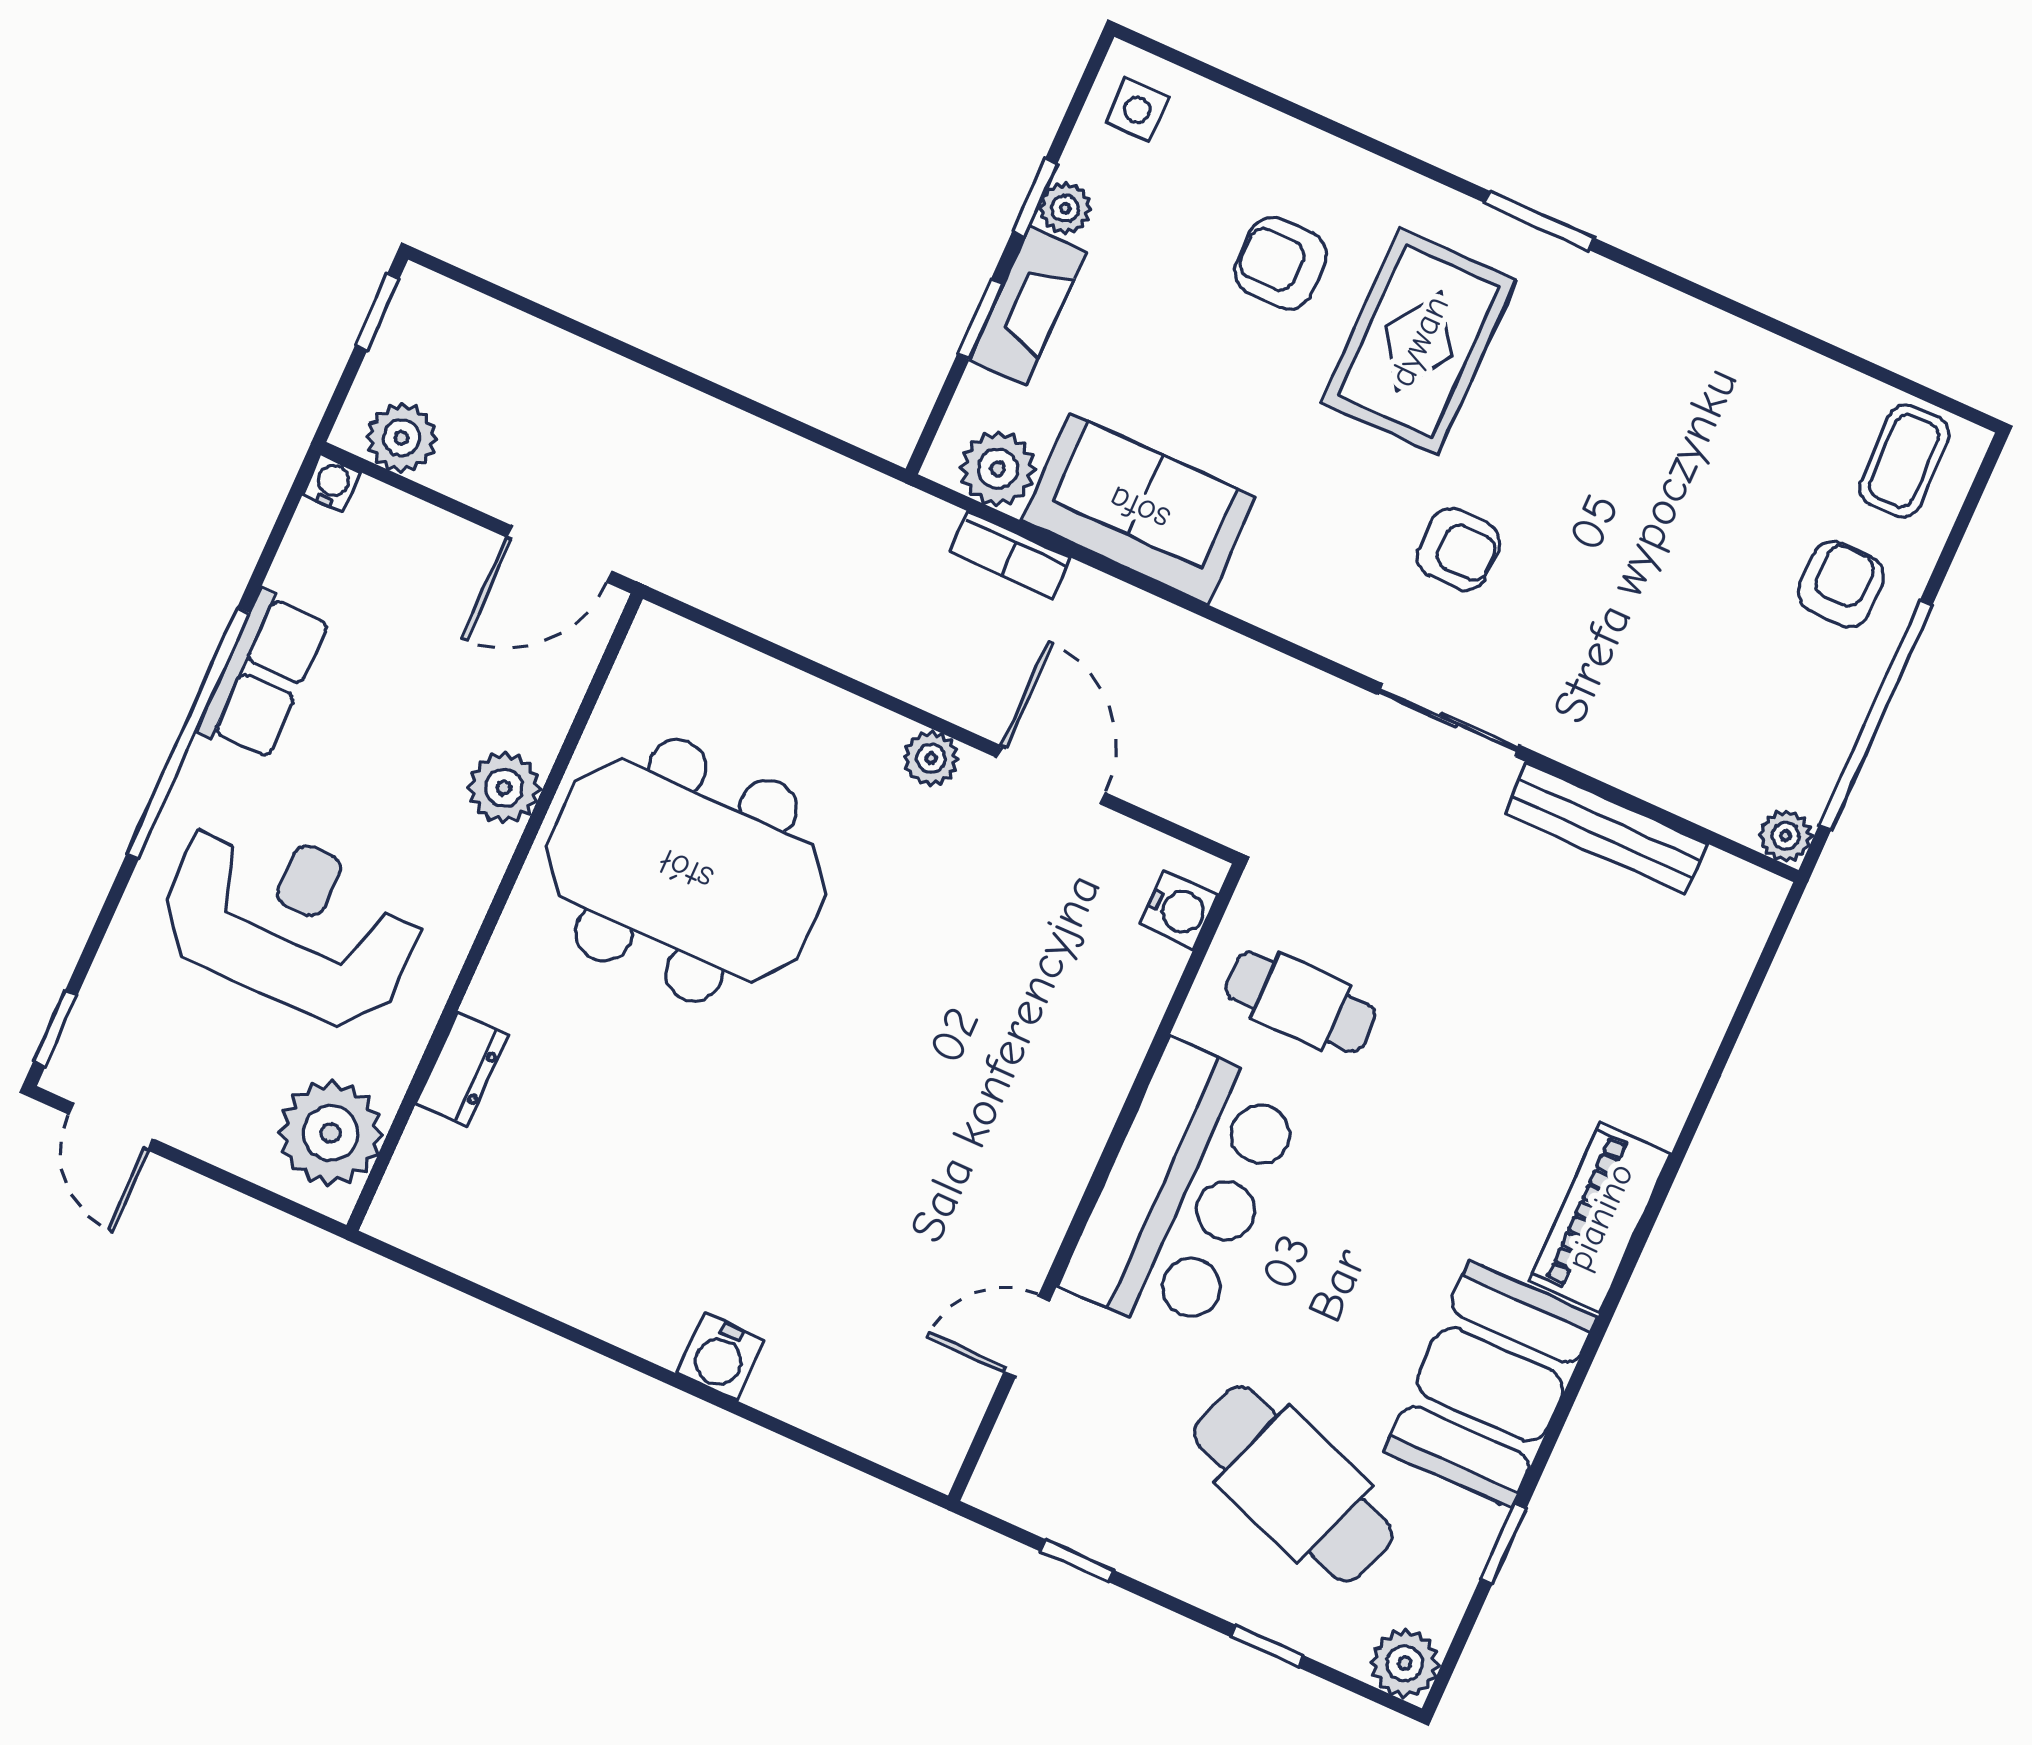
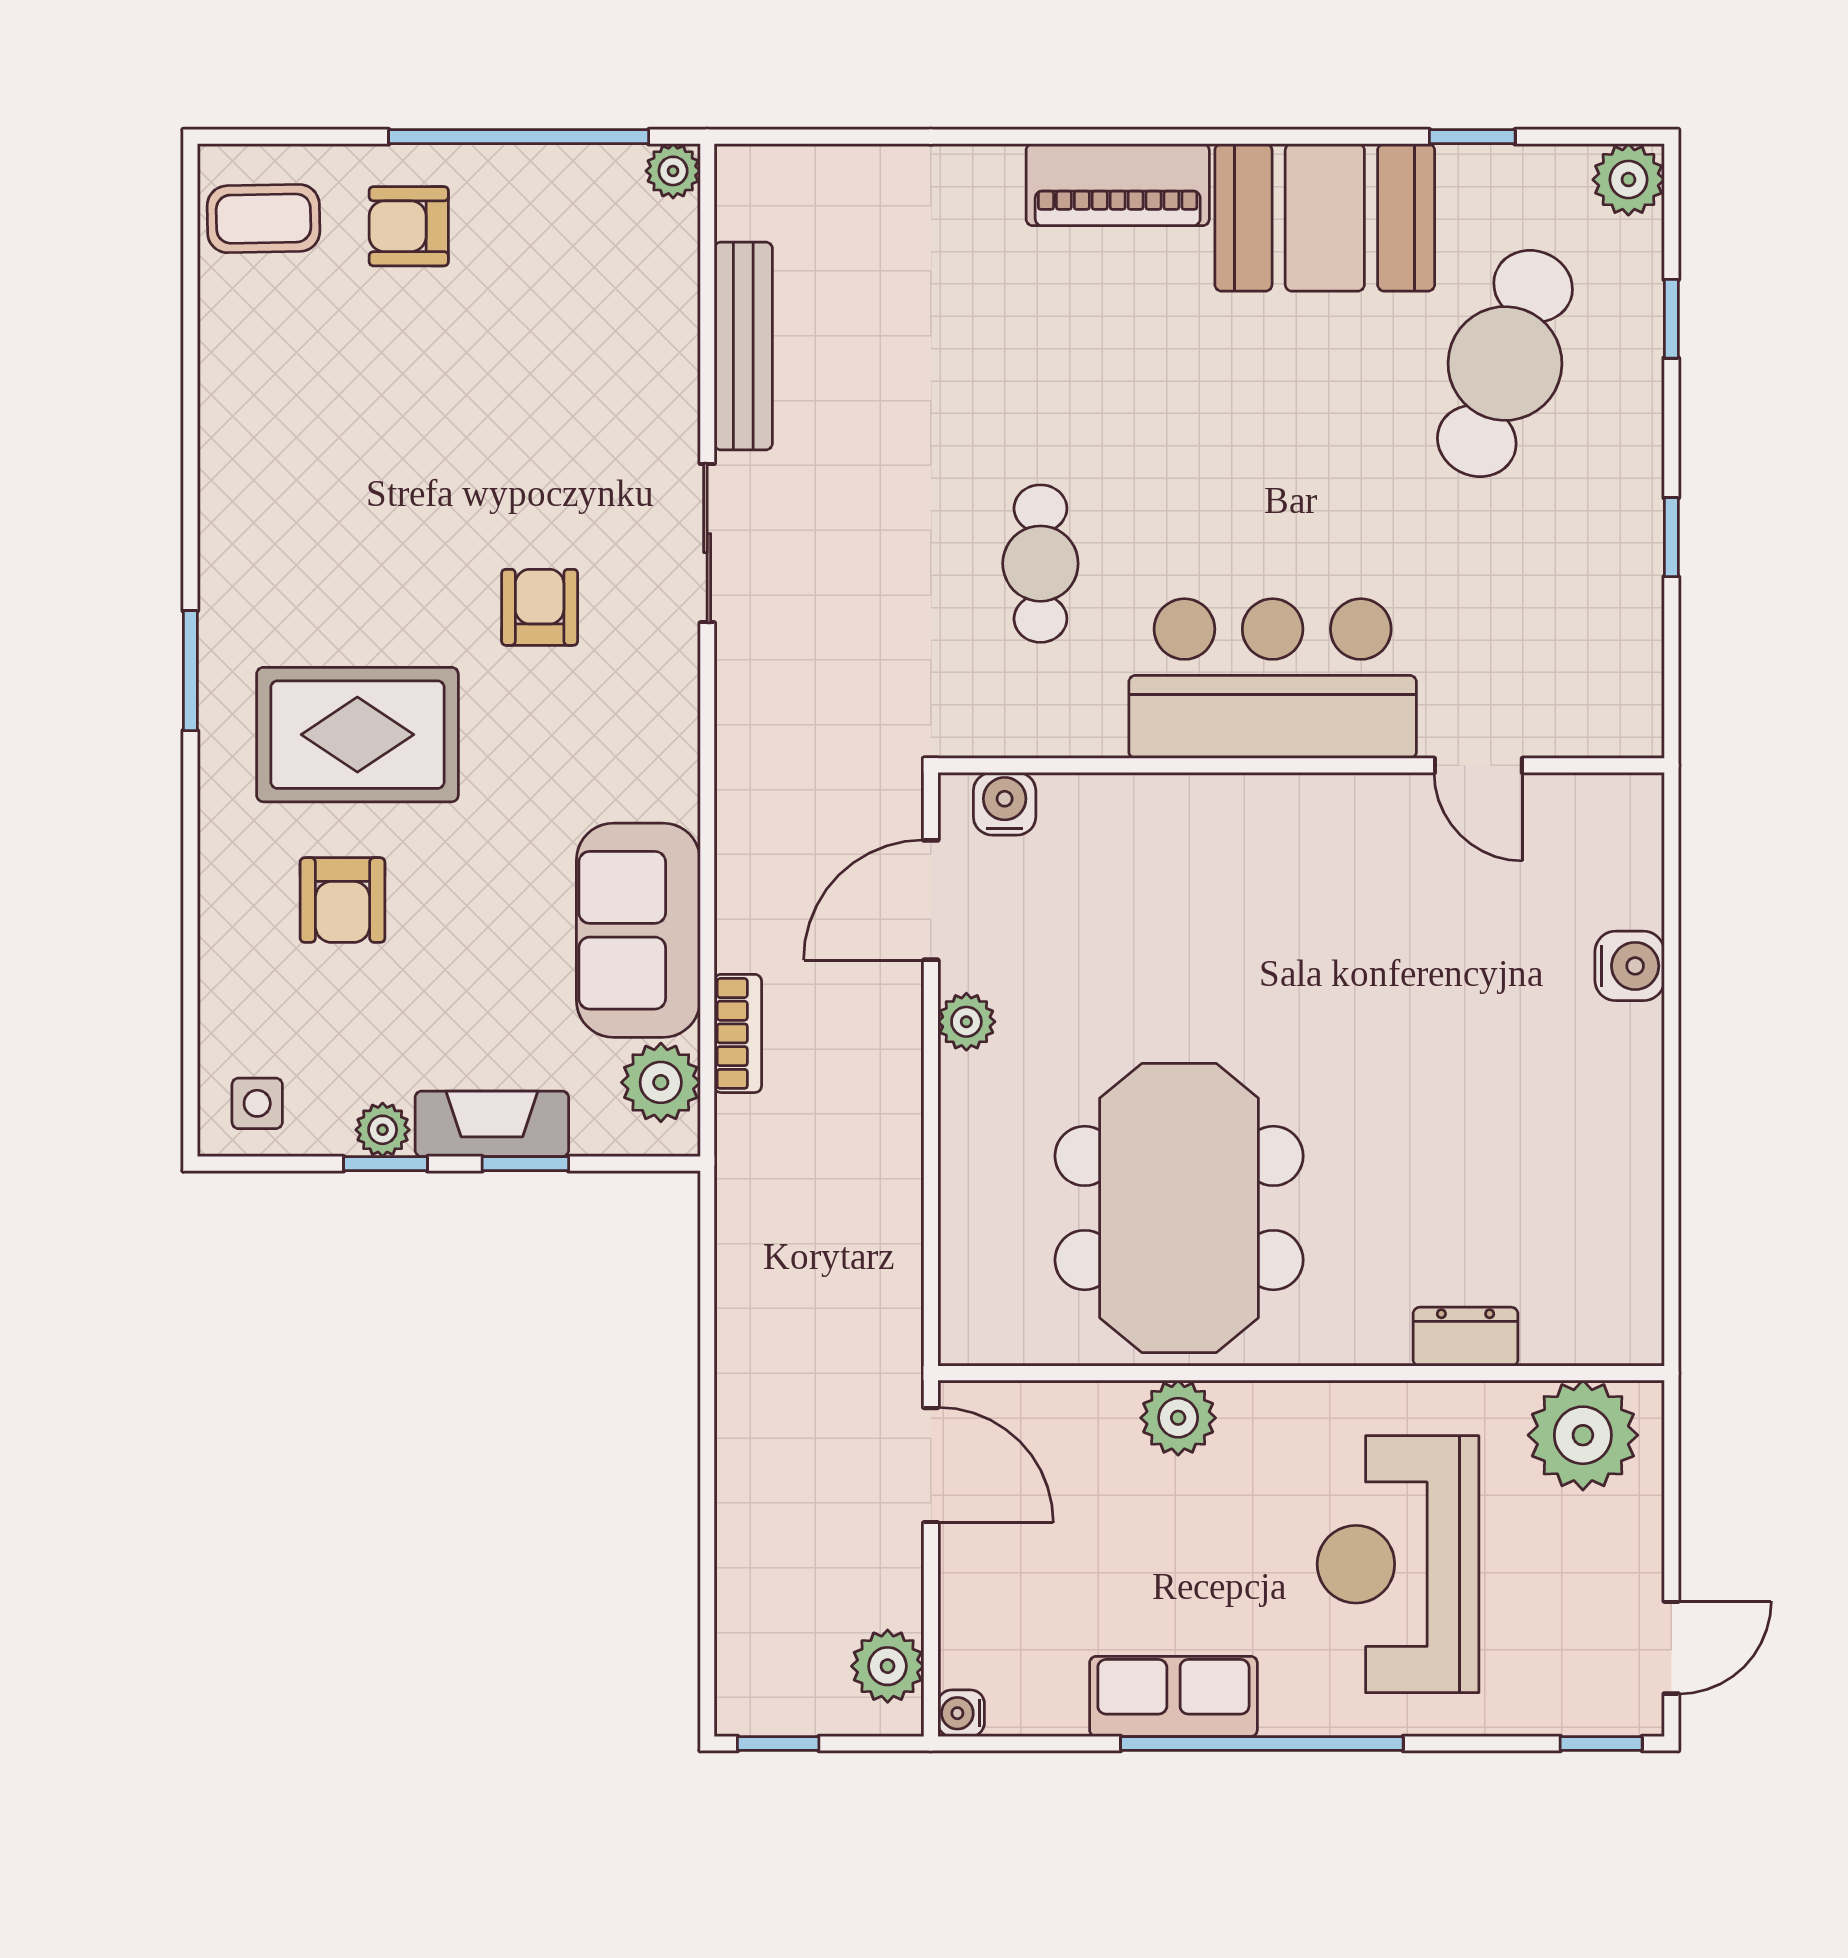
water cooler: (1179, 910) -> (1005, 804), moved
wall: (1096, 1182) -> (1301, 765), moved
bar counter: (1183, 1192) -> (1273, 679), moved
door: (1027, 1336) -> (1478, 765), moved

